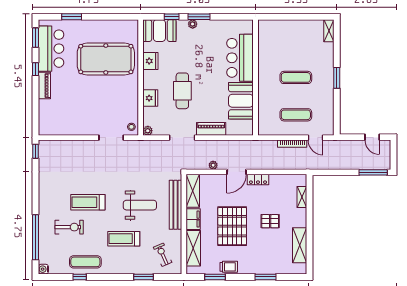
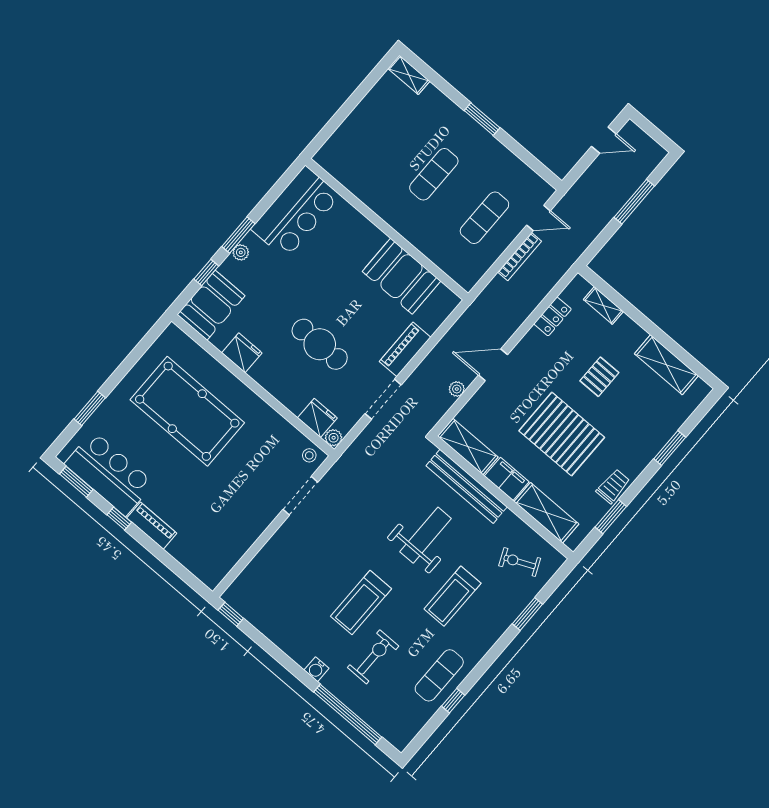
bar counter: (240, 58) -> (296, 212), moved, turned -90
pool table: (106, 59) -> (187, 411), turned 90
fridge: (150, 98) -> (317, 418), moved
door: (237, 172) -> (493, 365), swing flipped
window: (373, 172) -> (634, 202), moved
locker: (258, 179) -> (553, 316), moved
water cooler: (43, 269) -> (316, 669), moved

